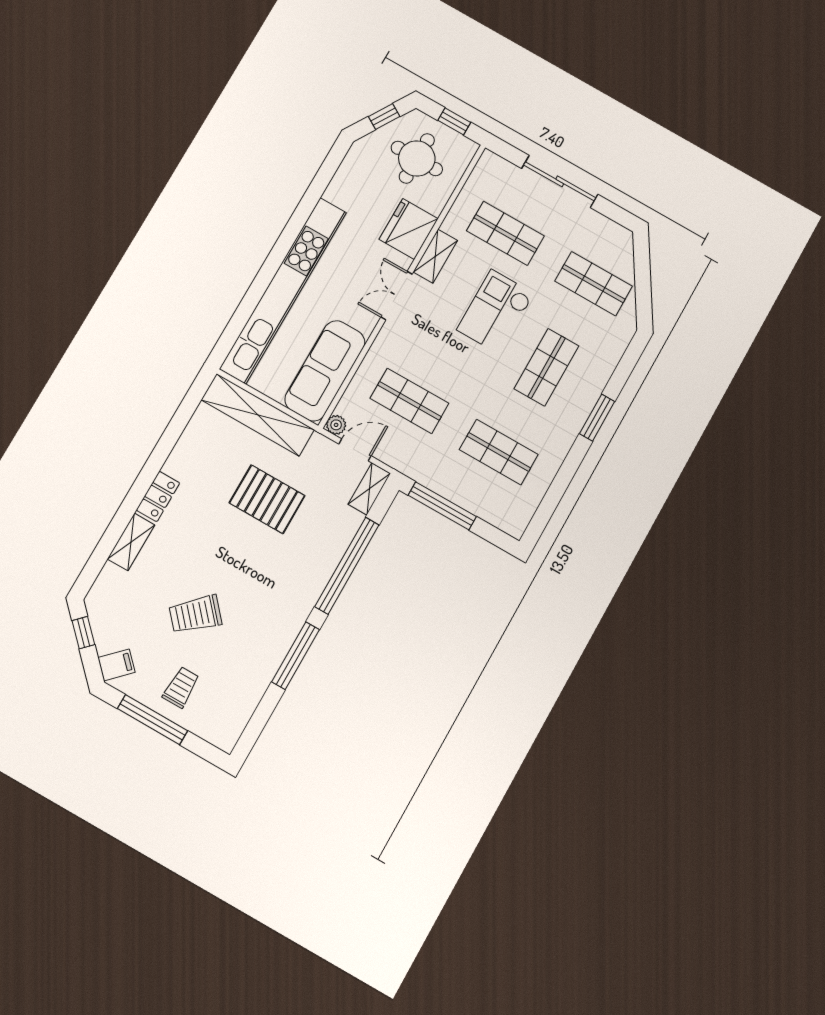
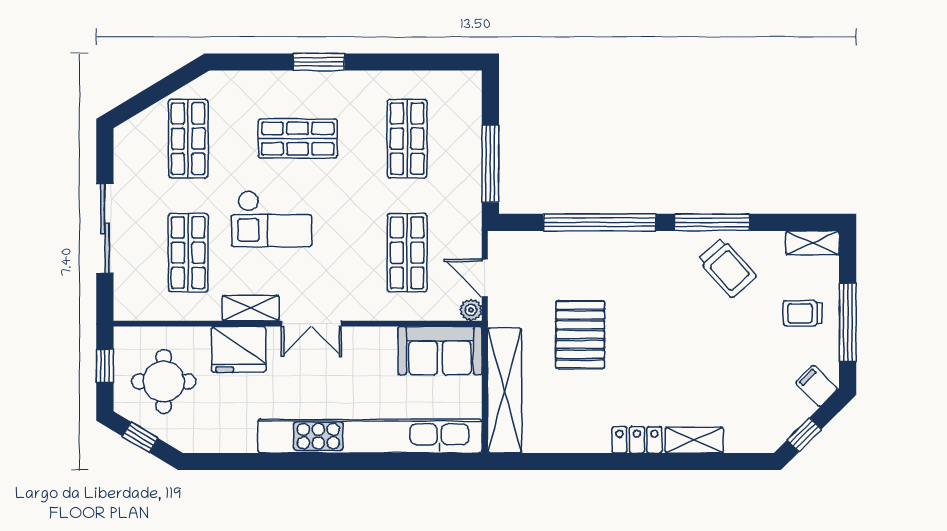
sofa: (325, 371) -> (440, 351), width x0.73
shelving: (369, 489) -> (813, 243), moved
trolley: (195, 614) -> (727, 268), moved

